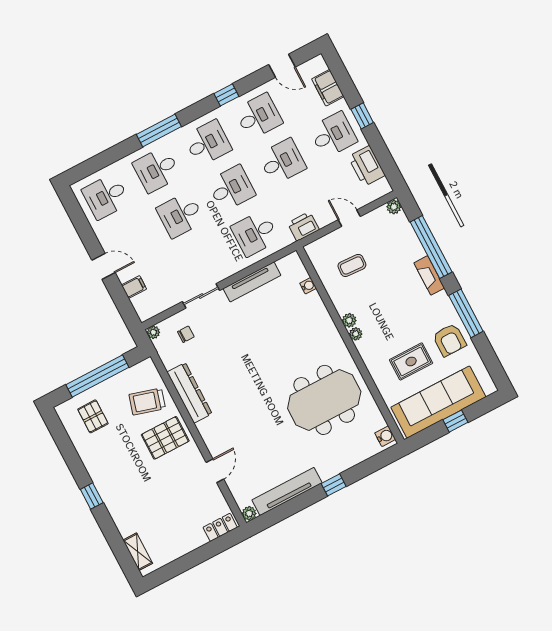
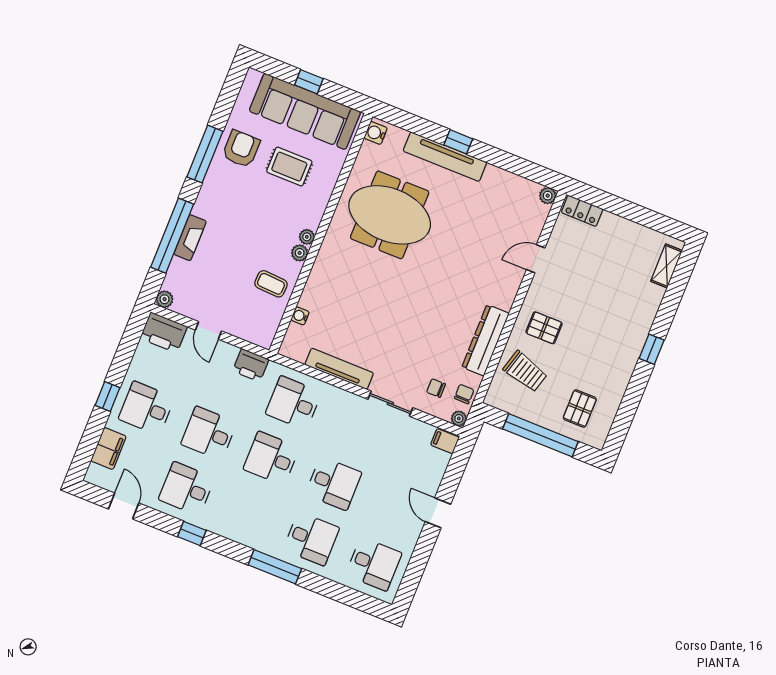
desk: (208, 143) -> (249, 514), removed
printer: (367, 166) -> (164, 332), moved, turned 90
desk: (255, 233) -> (294, 403), turned 180
coffee table: (352, 265) -> (271, 284), moved
fireplace: (429, 275) -> (190, 238), moved
filing cabinet: (134, 287) -> (445, 441), moved
chair: (166, 349) -> (464, 394), added
pallet: (165, 438) -> (544, 328), width x0.67, depth x0.71
tv unit: (287, 491) -> (445, 157), moved

